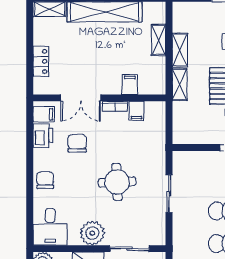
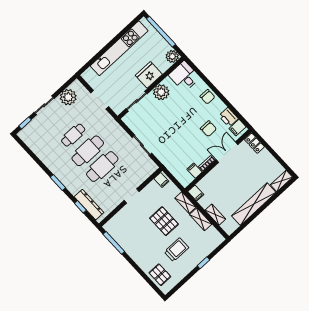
locker: (41, 61) -> (255, 143), moved
filing cabinet: (130, 84) -> (196, 193), moved
filing cabinet: (183, 135) -> (161, 180), added
round table: (117, 182) -> (172, 128), removed

